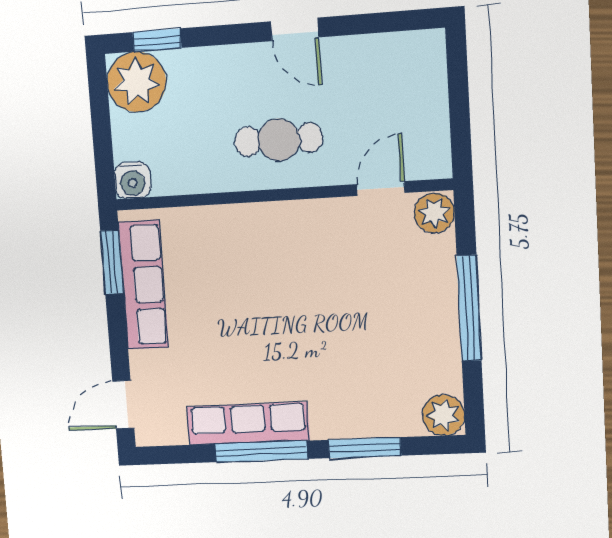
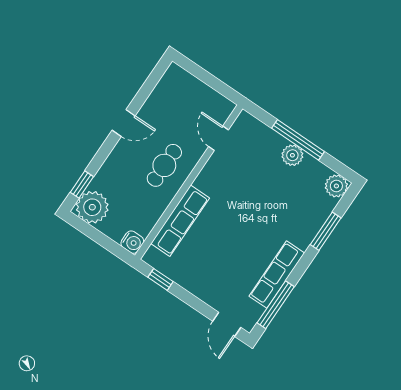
plant: (434, 213) -> (292, 155), moved
window: (112, 262) -> (161, 279), width x0.67
row of seats: (143, 285) -> (180, 221), moved, turned 90
window: (261, 451) -> (276, 305), moved

